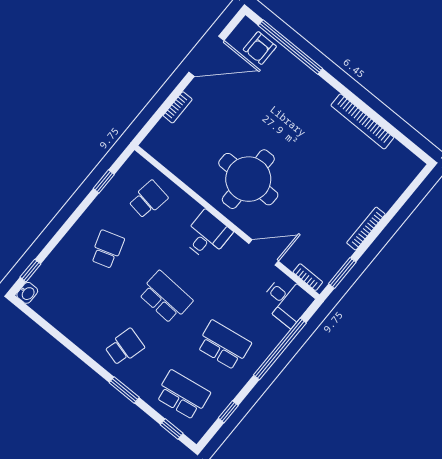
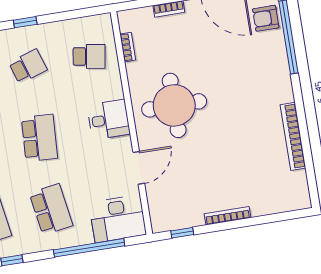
window: (104, 181) -> (25, 22), moved
door: (264, 252) -> (139, 168), hinge flipped
window: (342, 273) -> (182, 233), width x0.67
bookcase: (308, 277) -> (128, 47), moved
desk: (287, 301) -> (118, 219), width x1.37

